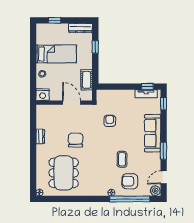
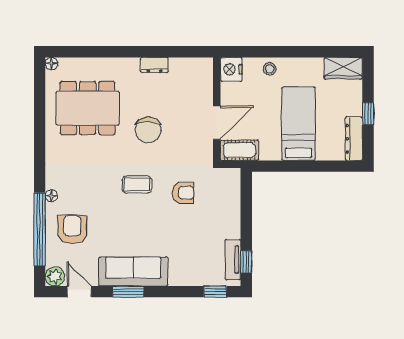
window: (55, 20) -> (368, 114), moved
wardrobe: (42, 34) -> (343, 68), added
window: (95, 47) -> (319, 166), removed
bed: (56, 54) -> (299, 124), moved, turned 180
cot: (87, 80) -> (239, 150), moved
sofa: (153, 133) -> (133, 271), moved
chair: (76, 140) -> (148, 130), turned 90
coffee table: (122, 159) -> (137, 185), moved

